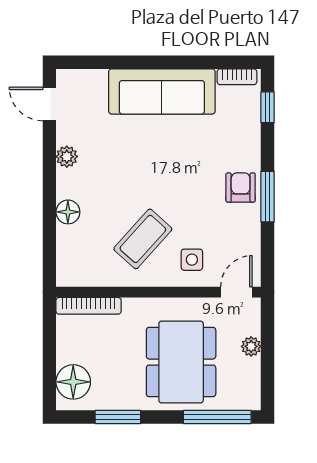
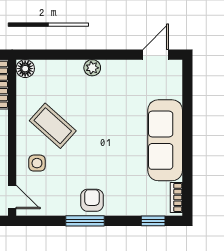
plant: (67, 157) -> (92, 68), moved
armchair: (241, 187) -> (92, 200), turned -90
floor lamp: (68, 212) -> (25, 69), moved

